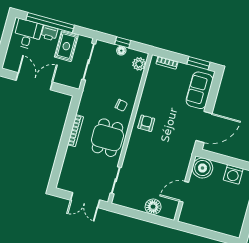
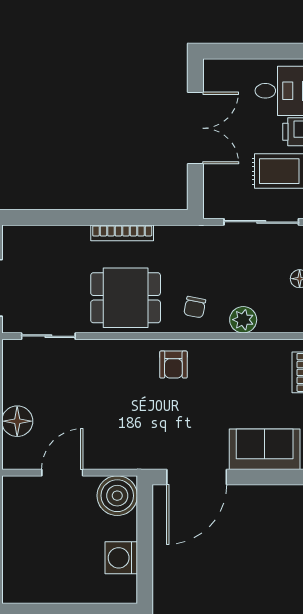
plant: (139, 64) -> (243, 320), moved
armchair: (146, 123) -> (173, 365), turned 90
door: (204, 127) -> (197, 477), hinge flipped
door: (184, 192) -> (62, 473), hinge flipped

